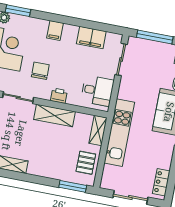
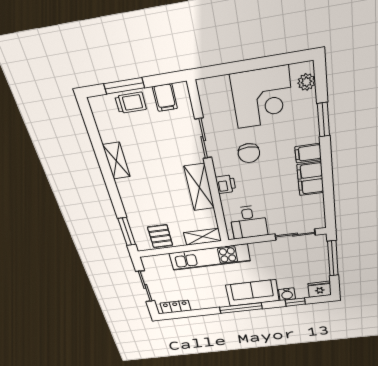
window: (18, 11) -> (323, 120), moved
filing cabinet: (91, 37) -> (310, 179), moved
chair: (40, 71) -> (249, 153), turned 90
pallet: (86, 163) -> (160, 236), turned 90

